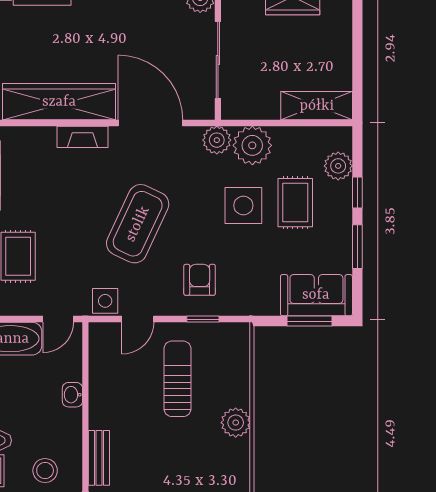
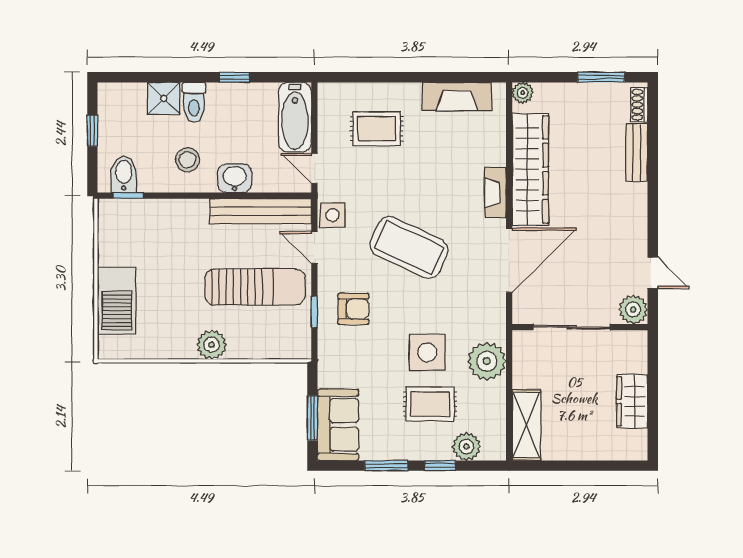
plant: (217, 140) -> (492, 326), removed
sun lounger: (177, 379) -> (255, 287), width x1.36, depth x1.34
washbasin: (72, 395) -> (235, 178), width x1.38, depth x1.45
bench: (99, 458) -> (261, 211), moved, width x1.86, depth x1.21
stool: (45, 471) -> (187, 160), moved

